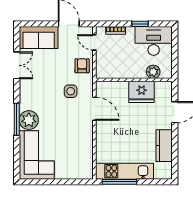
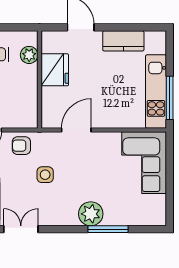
side table: (71, 91) -> (45, 175), moved
window: (17, 119) -> (108, 229), moved
corner sofa: (37, 155) -> (144, 163), moved, turned -90

